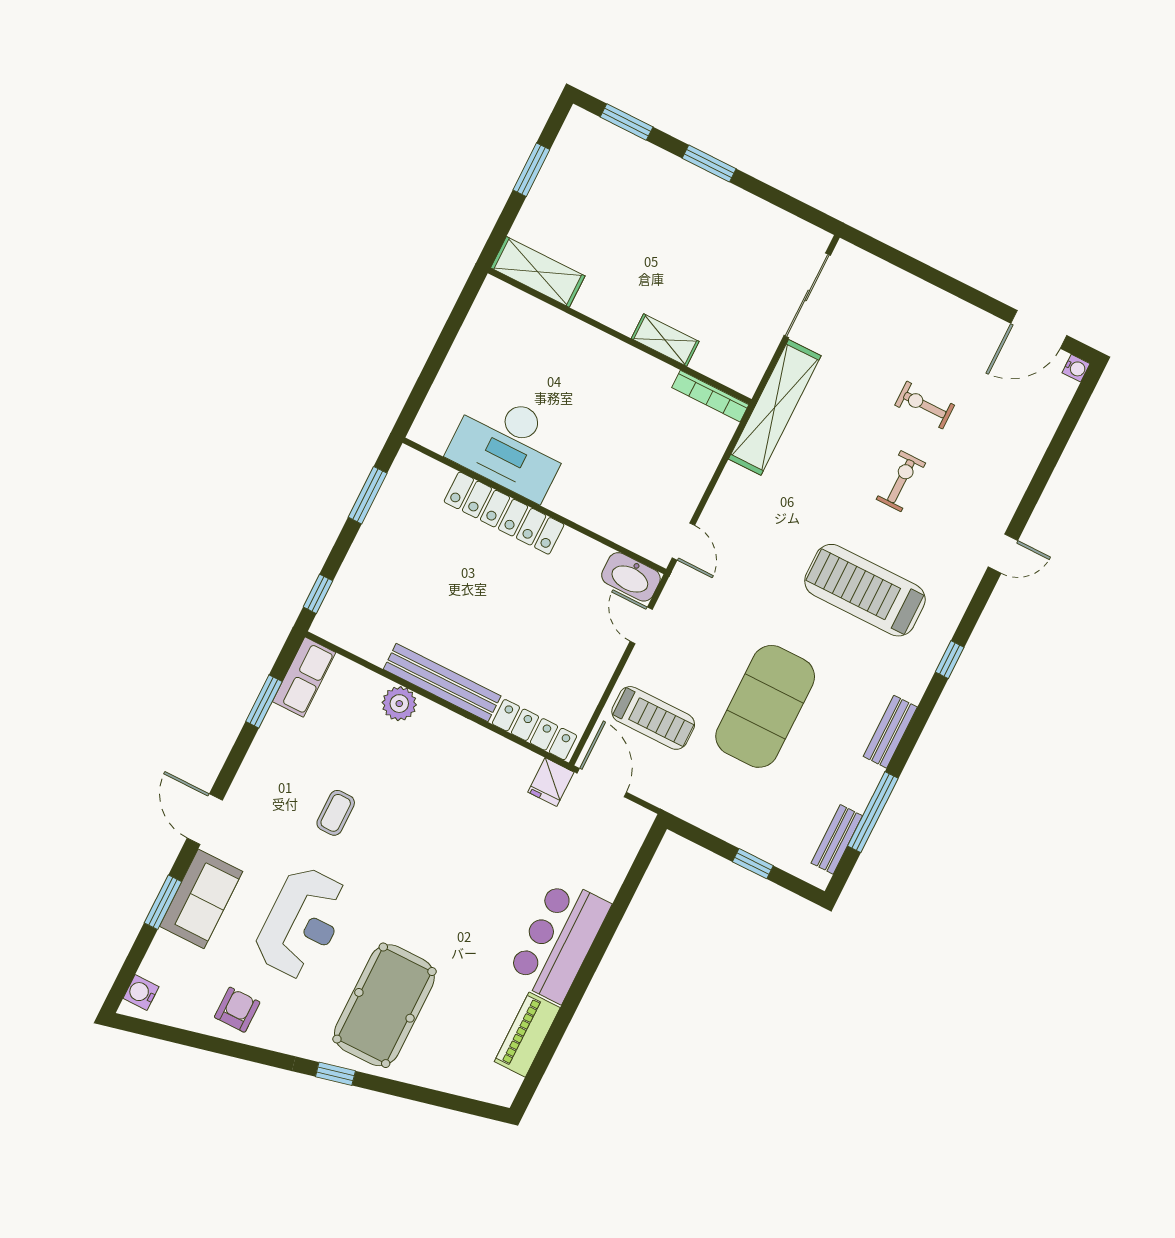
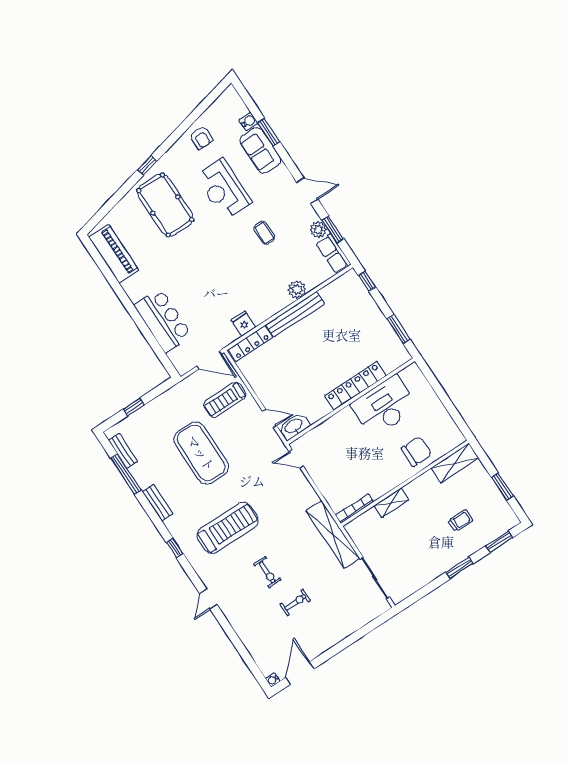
trolley: (629, 207) -> (460, 521), added
chair: (555, 347) -> (417, 451), added
plant: (278, 725) -> (318, 230), added
fridge: (551, 782) -> (243, 324), moved
door: (205, 819) -> (307, 191), moved
bar counter: (559, 941) -> (163, 320), moved
water cooler: (141, 993) -> (249, 121), moved
piano: (527, 1035) -> (114, 254), width x1.37, depth x1.33

